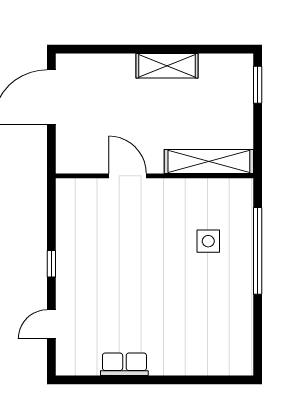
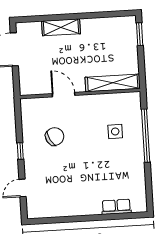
shelving: (167, 66) -> (61, 27), moved
chair: (109, 243) -> (55, 136), added
row of seats: (124, 364) -> (116, 207), moved

